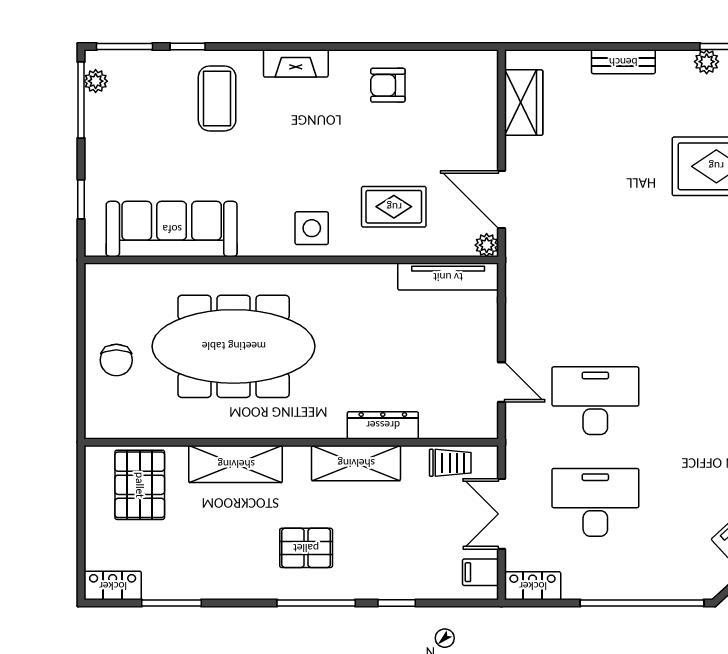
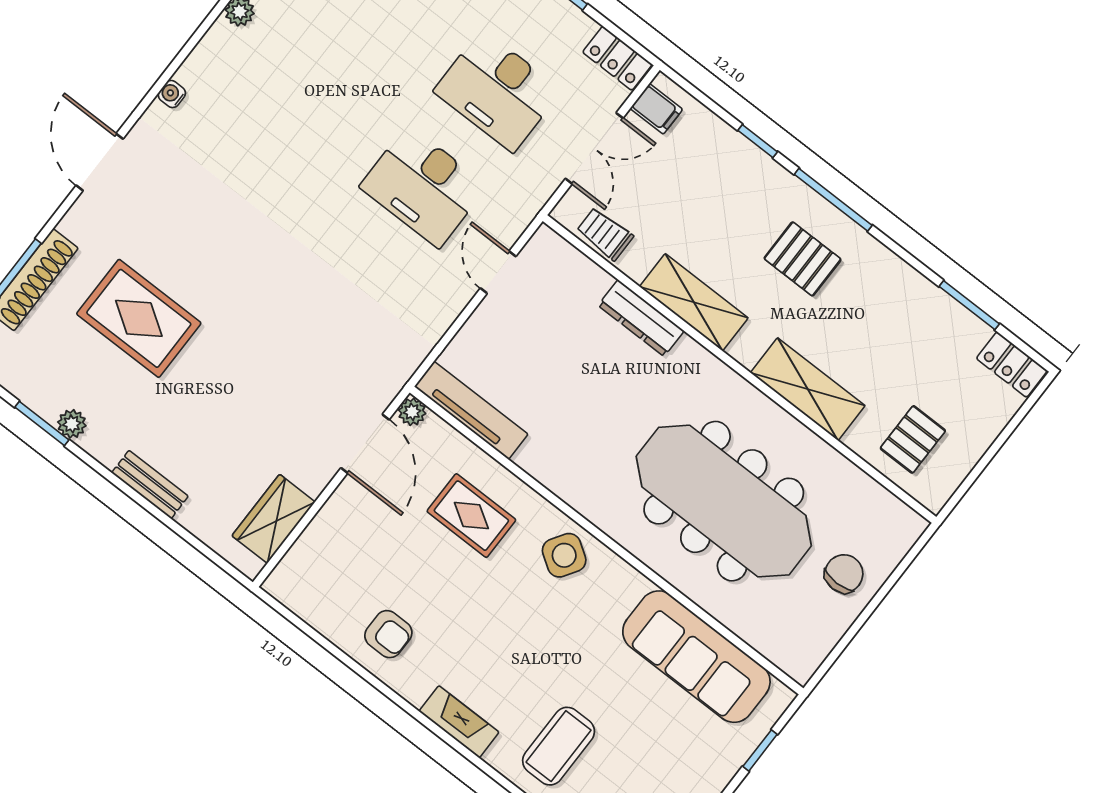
side table: (312, 228) -> (564, 555), turned 33
pallet: (140, 485) -> (913, 439), width x0.67, depth x0.71

